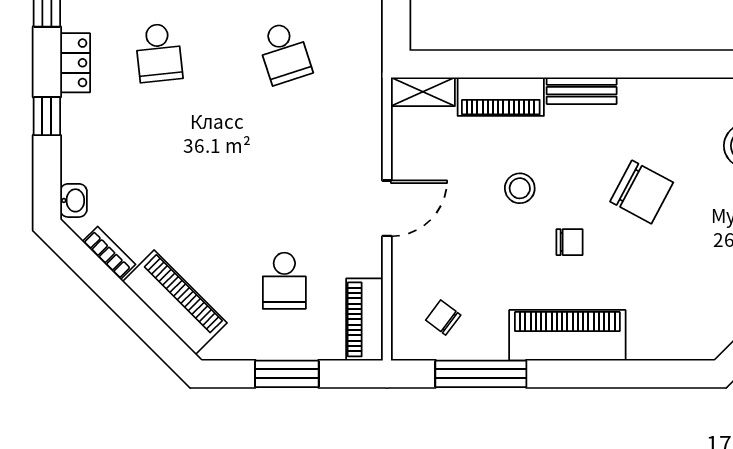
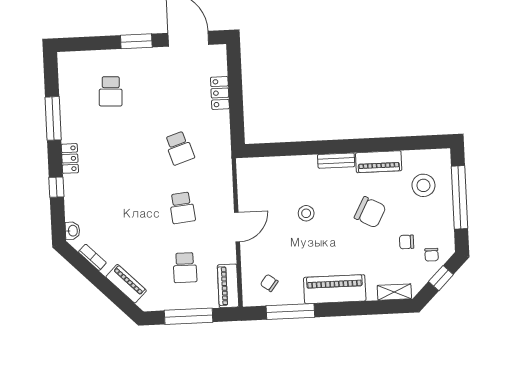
school desk: (159, 53) -> (182, 208), moved
shelving: (423, 92) -> (394, 292), moved
piano: (501, 97) -> (379, 162), moved
chair: (569, 242) -> (407, 242), moved, turned 180
piano: (175, 302) -> (126, 284), width x0.73, depth x0.75
window: (287, 374) -> (189, 316), width x1.44

